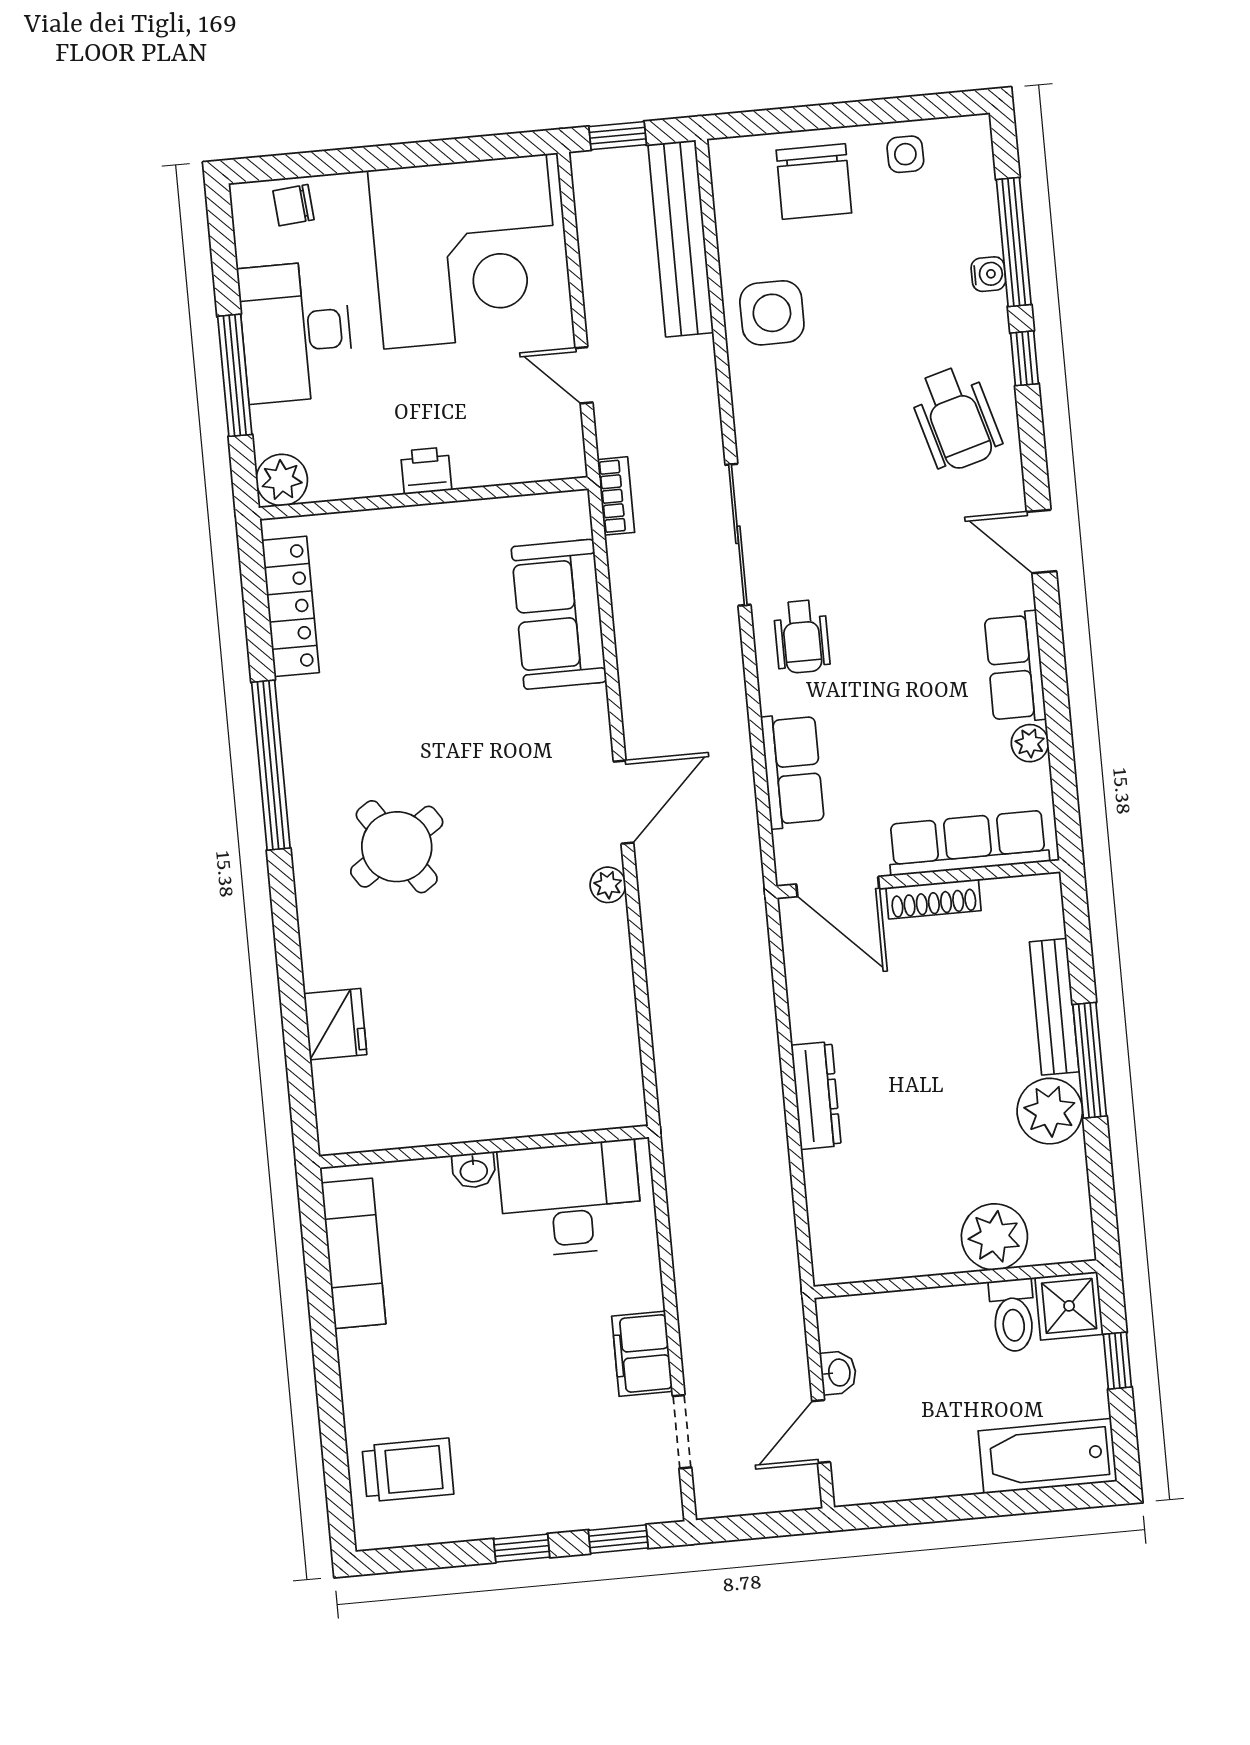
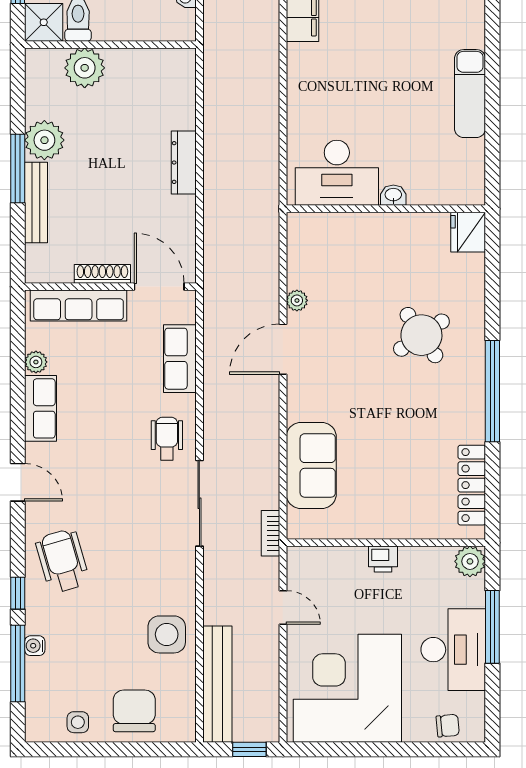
wall: (484, 1147) -> (386, 209), moved
washbasin: (474, 1170) -> (393, 195), moved
desk: (570, 1199) -> (337, 173), moved

